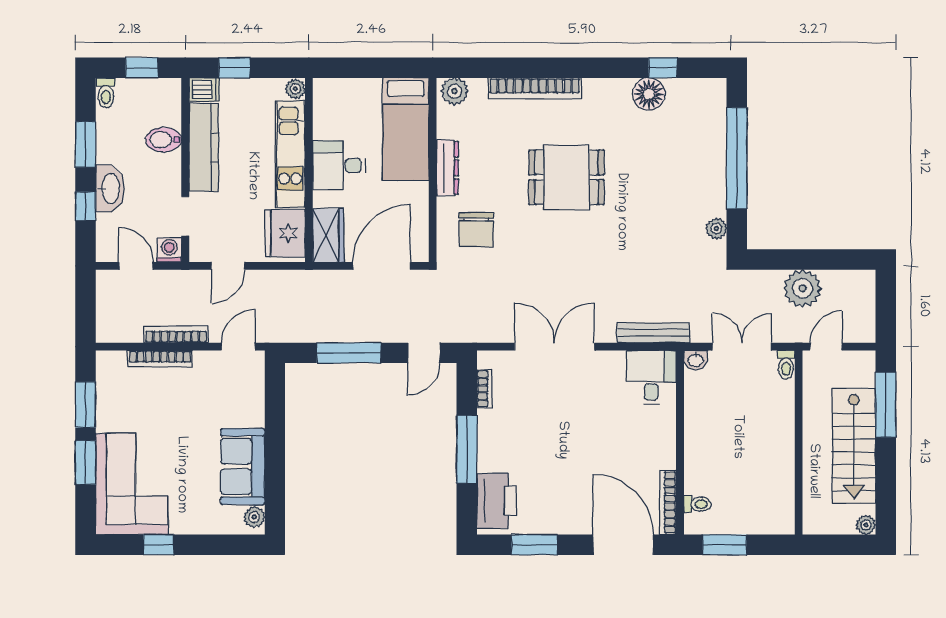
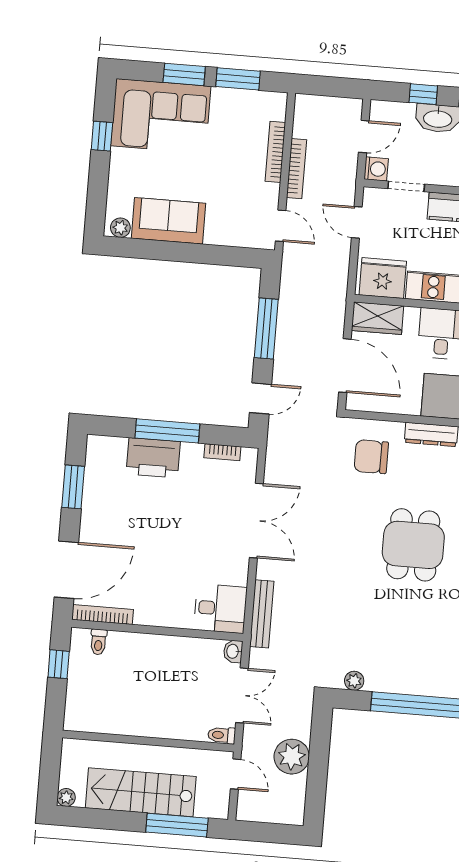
door: (424, 353) -> (260, 398), swing flipped
printer: (496, 501) -> (153, 458), moved
window: (725, 545) -> (59, 664), width x0.67

